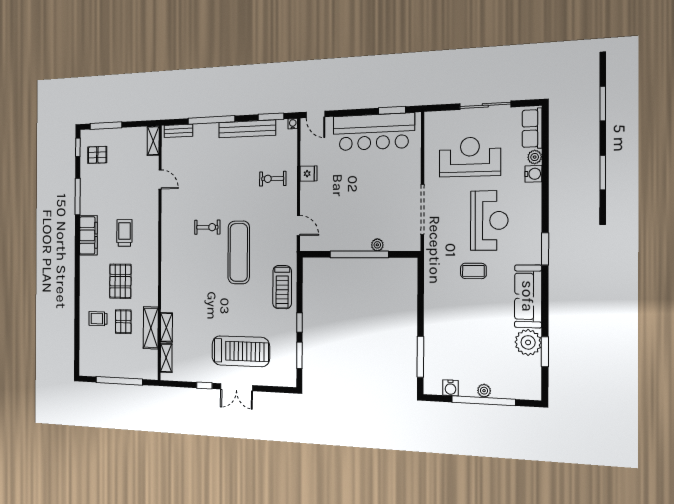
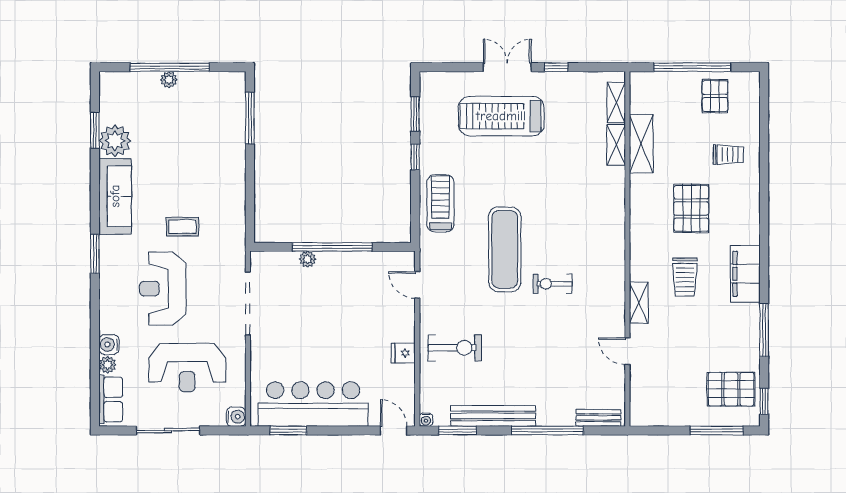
shelving: (153, 141) -> (639, 303), moved
pallet: (97, 155) -> (731, 389), width x1.50, depth x1.42
exercise bike: (273, 179) -> (455, 348), width x1.38, depth x1.39
pallet: (123, 322) -> (715, 96), moved
water cooler: (451, 388) -> (236, 417), moved, turned 90

